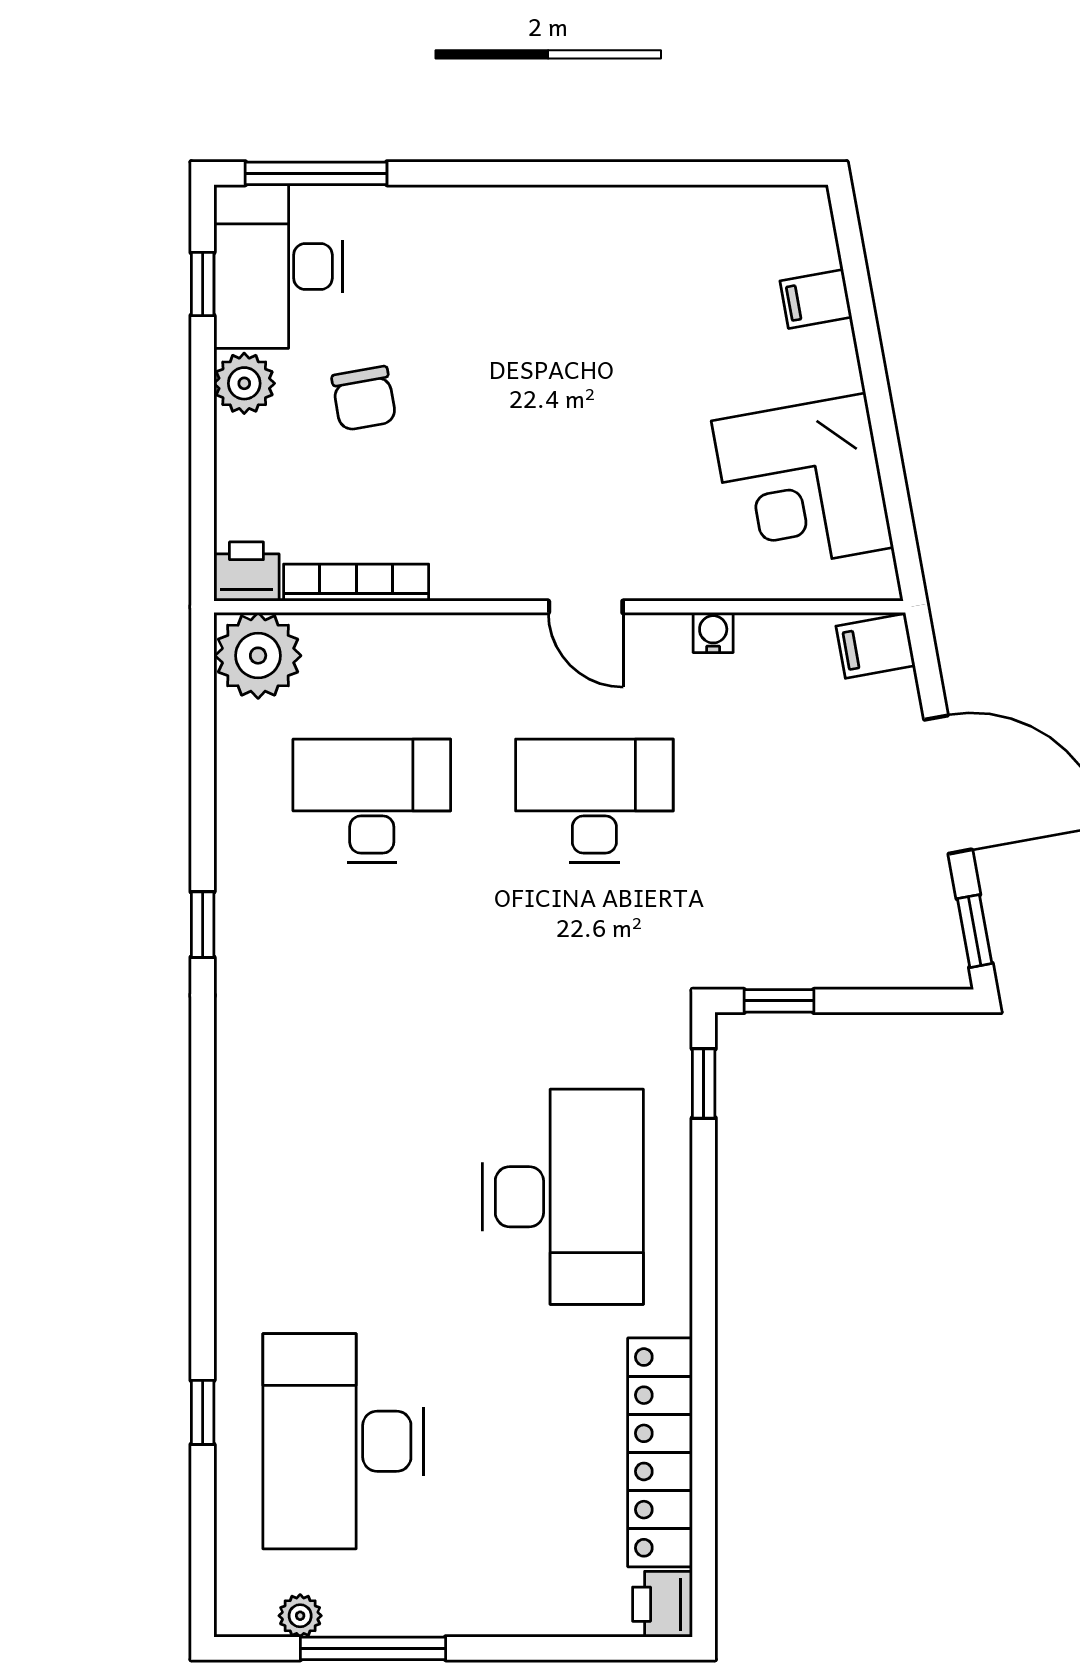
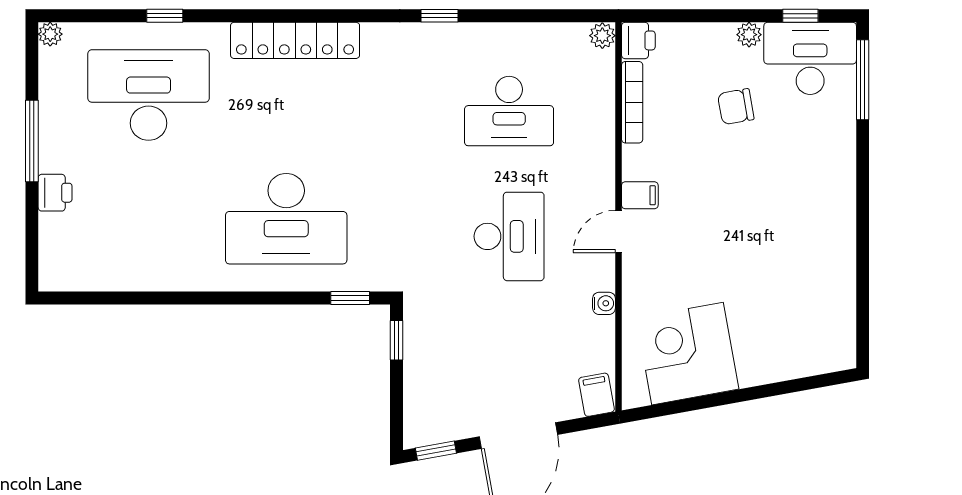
filing cabinet: (816, 299) -> (640, 195), moved, turned 100
plant: (244, 383) -> (749, 35), width x0.73, depth x0.73
plant: (258, 656) -> (602, 36), width x0.53, depth x0.53
desk: (372, 801) -> (509, 111), turned 90
locker: (660, 1452) -> (295, 40), moved, turned 180
printer: (663, 1604) -> (55, 193), moved, turned 90
plant: (300, 1616) -> (50, 34), moved
window: (373, 1648) -> (32, 141), moved

